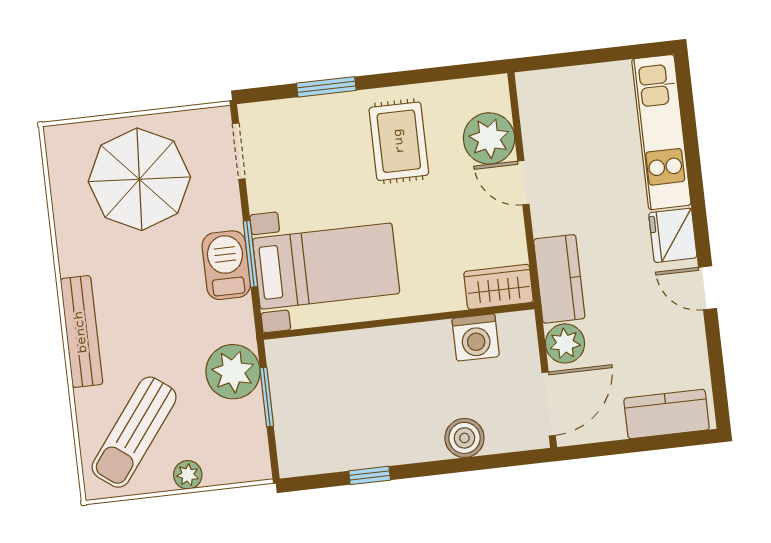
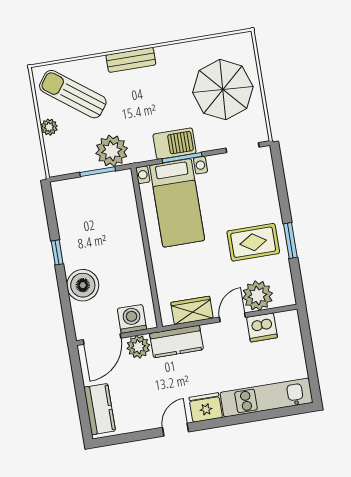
window: (326, 87) -> (290, 241), moved
dishwasher: (543, 134) -> (262, 327), added
wardrobe: (499, 287) -> (192, 310), moved, turned -90
bench: (81, 332) -> (131, 60), width x0.73
washing machine: (476, 337) -> (132, 319), moved, turned 90
door: (549, 404) -> (102, 339), hinge flipped
boiler: (464, 438) -> (83, 285), width x1.37, depth x1.37
window: (370, 475) -> (57, 252), moved

